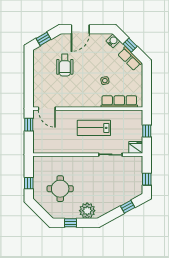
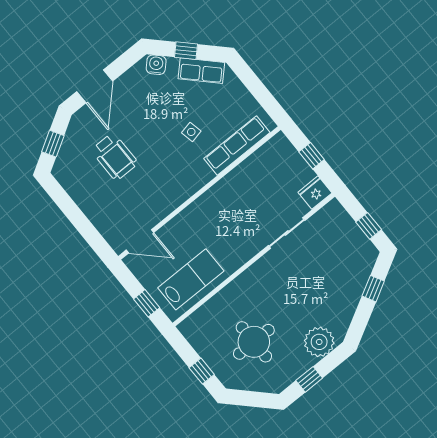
window: (29, 125) -> (147, 303), moved
lab bench: (94, 128) -> (191, 279), moved, turned 180

